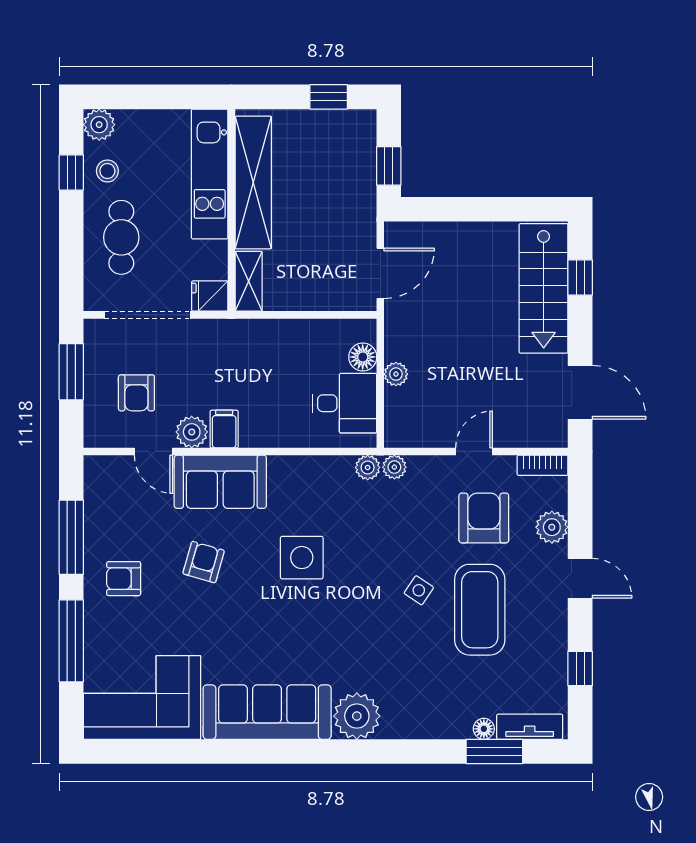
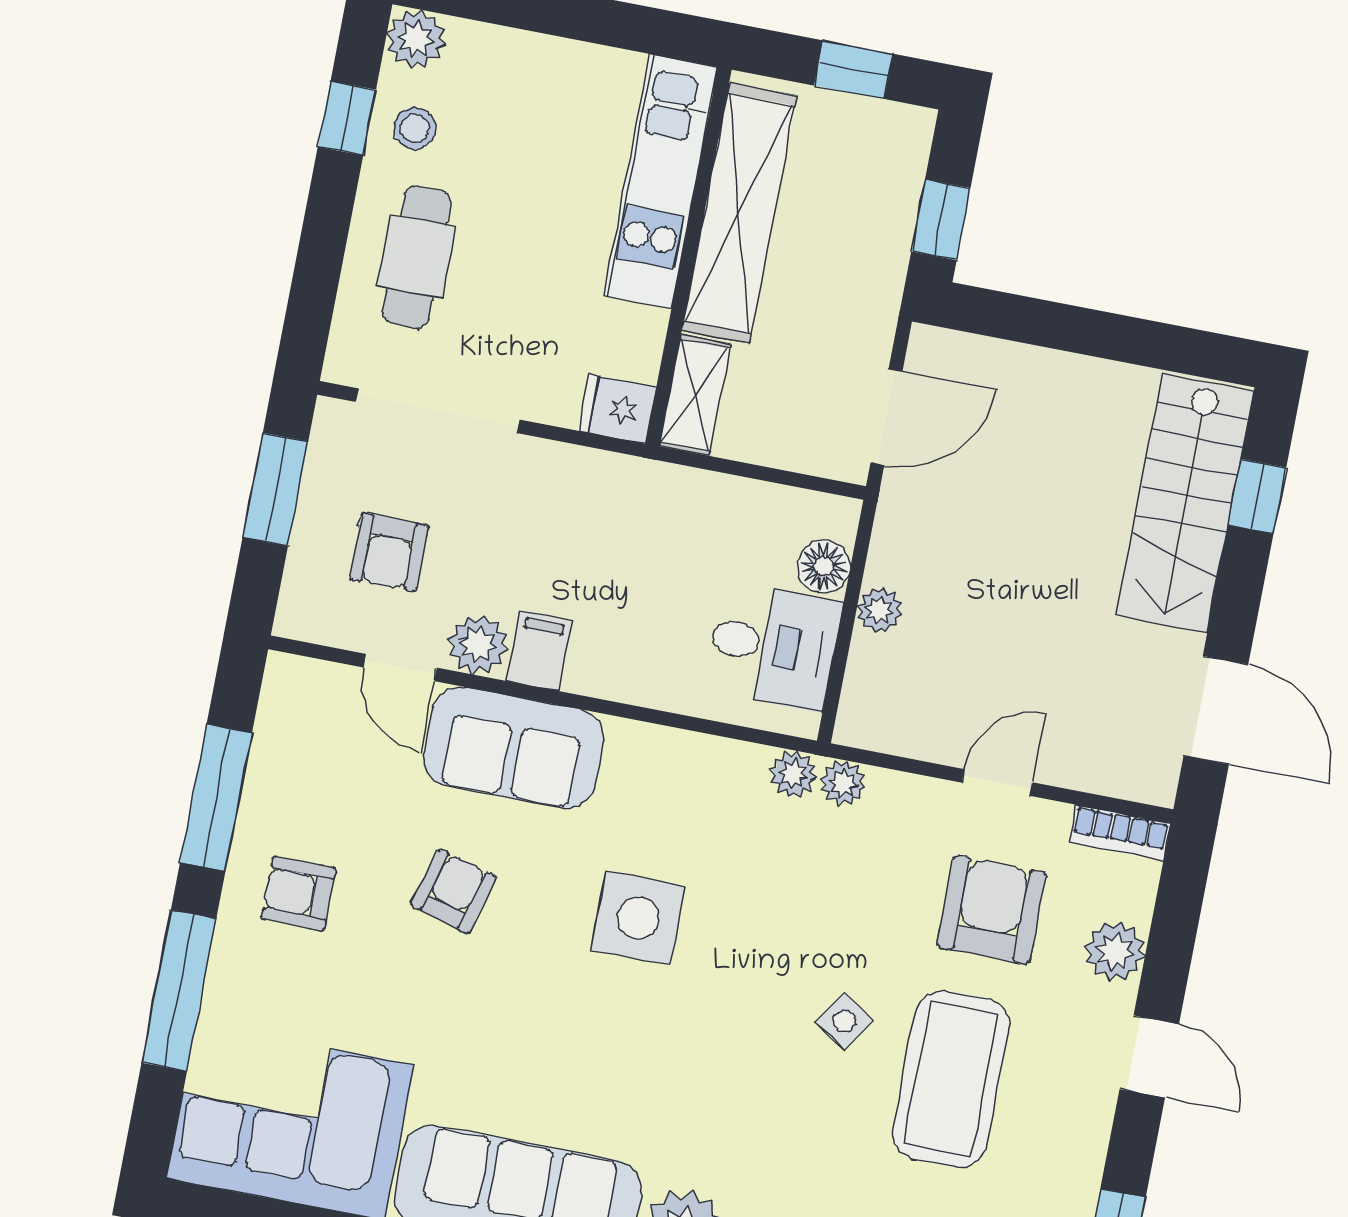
kitchen unit: (210, 174) -> (661, 181), moved
shelving: (253, 182) -> (739, 213), moved
wall: (232, 210) -> (689, 257), moved
shelving: (249, 281) -> (695, 395), moved
fridge: (210, 296) -> (617, 409), moved

